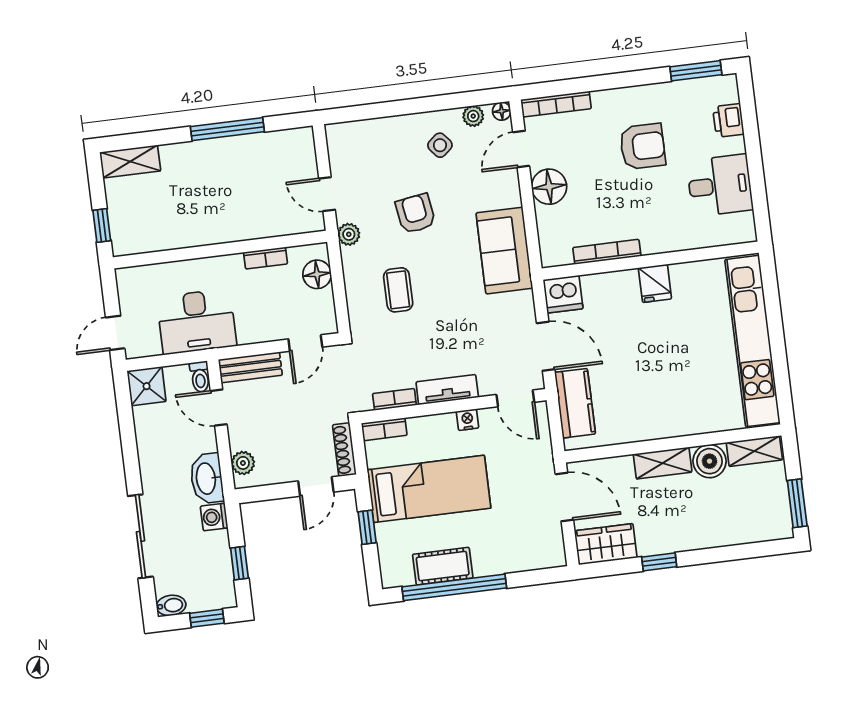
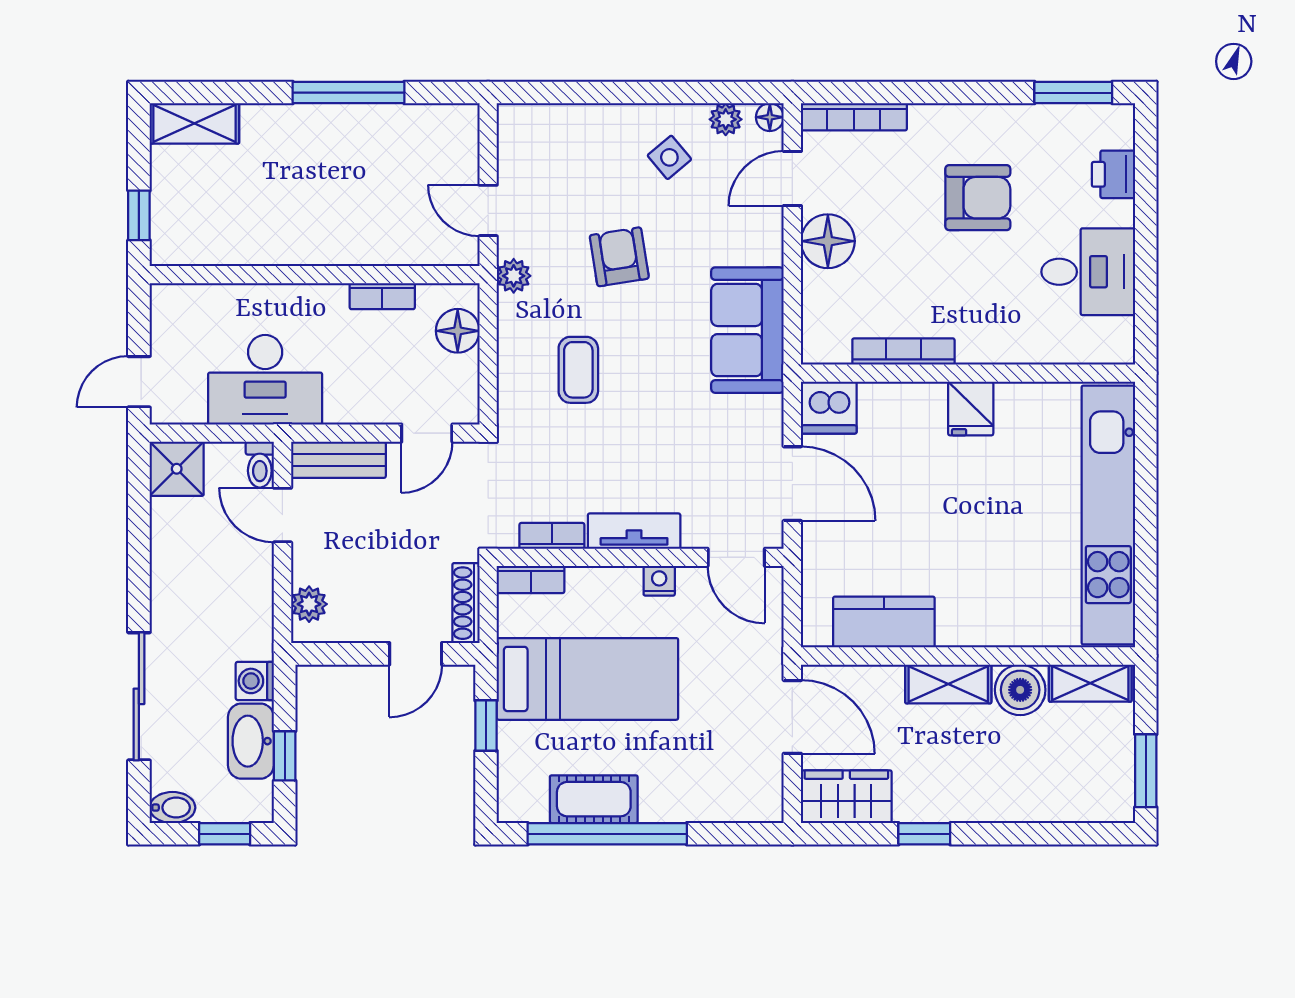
kitchen counter: (575, 403) -> (884, 622), moved, turned -90
washbasin: (207, 478) -> (251, 741), moved

